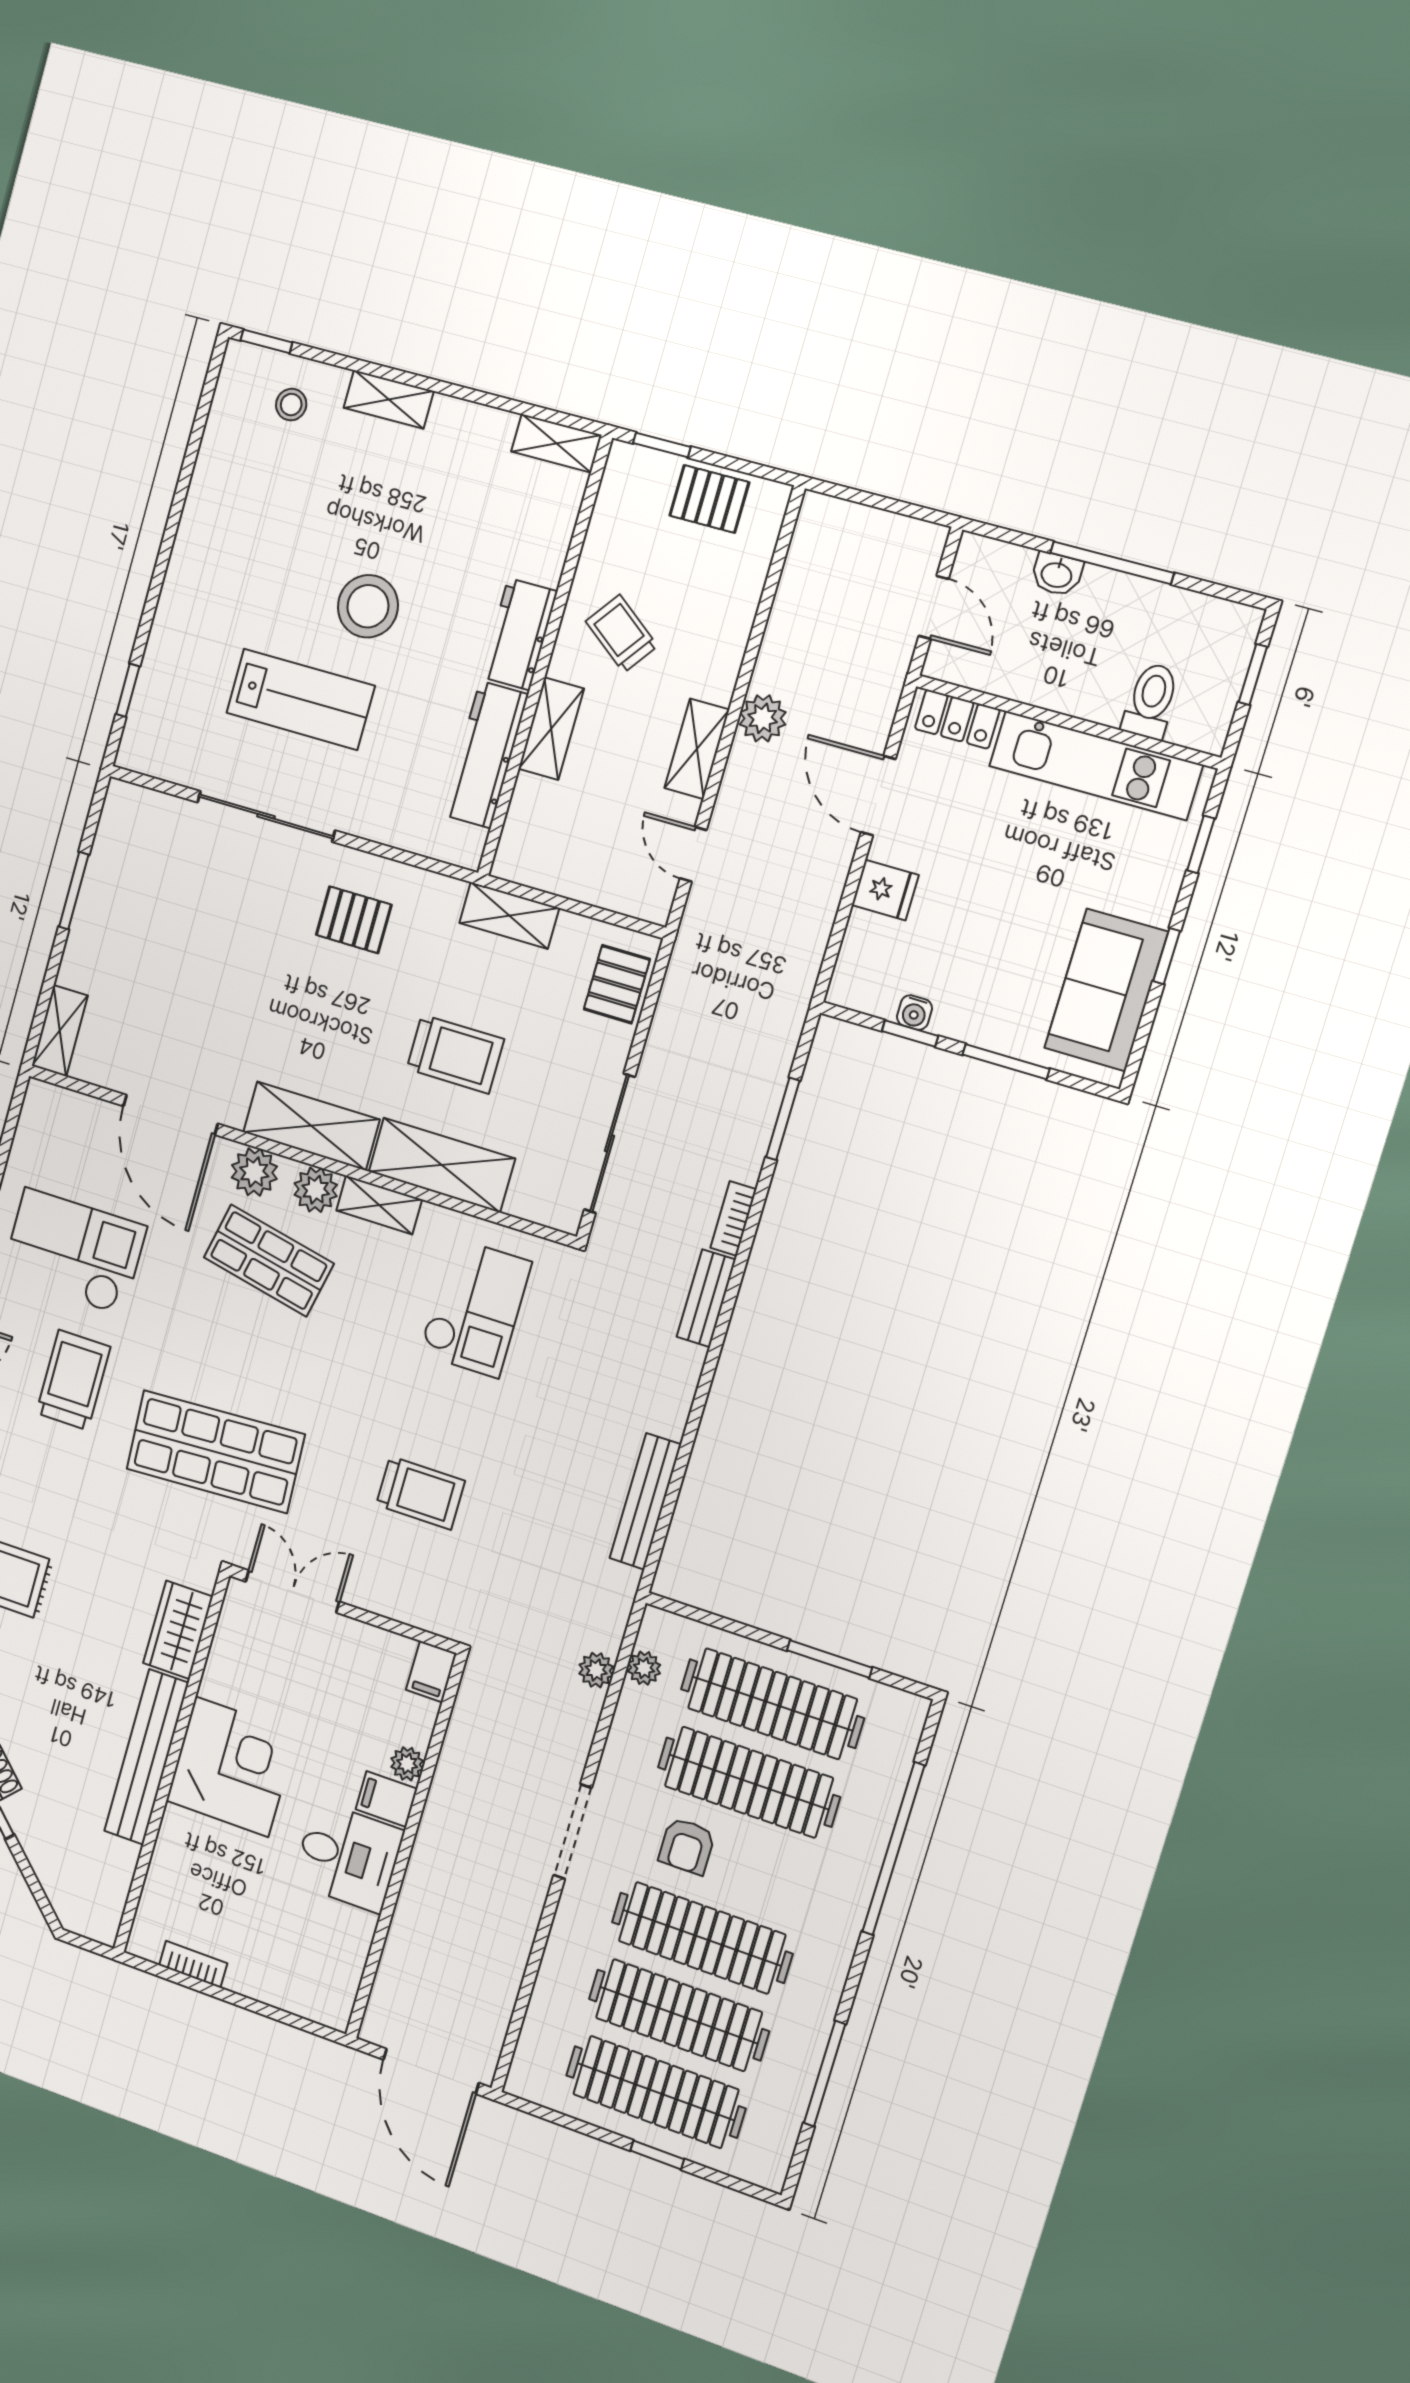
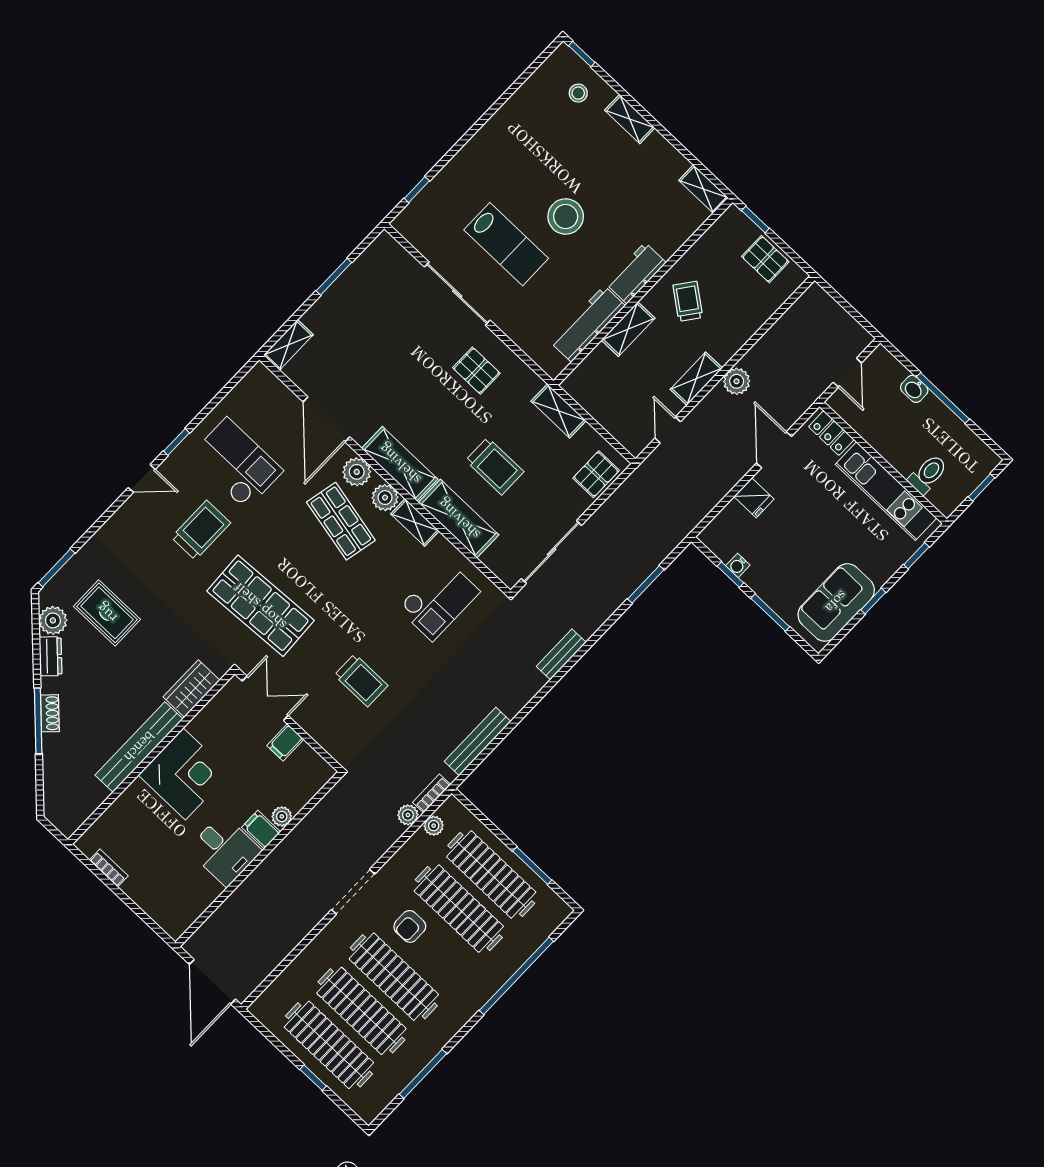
bookcase: (733, 1218) -> (432, 794), moved
filing cabinet: (431, 1672) -> (285, 742), moved

